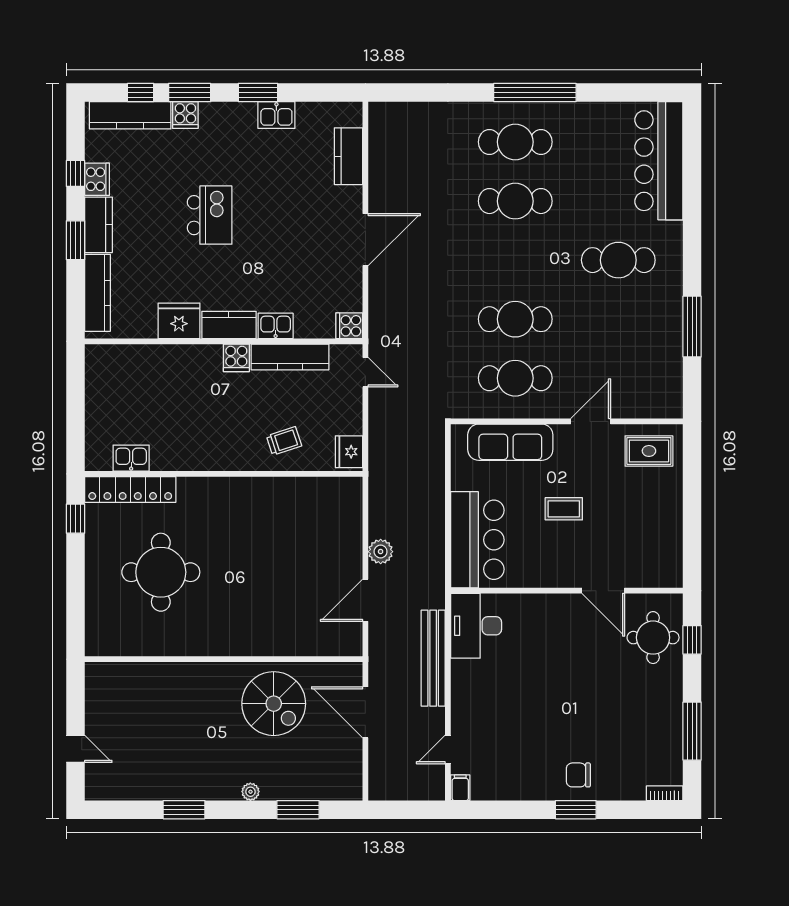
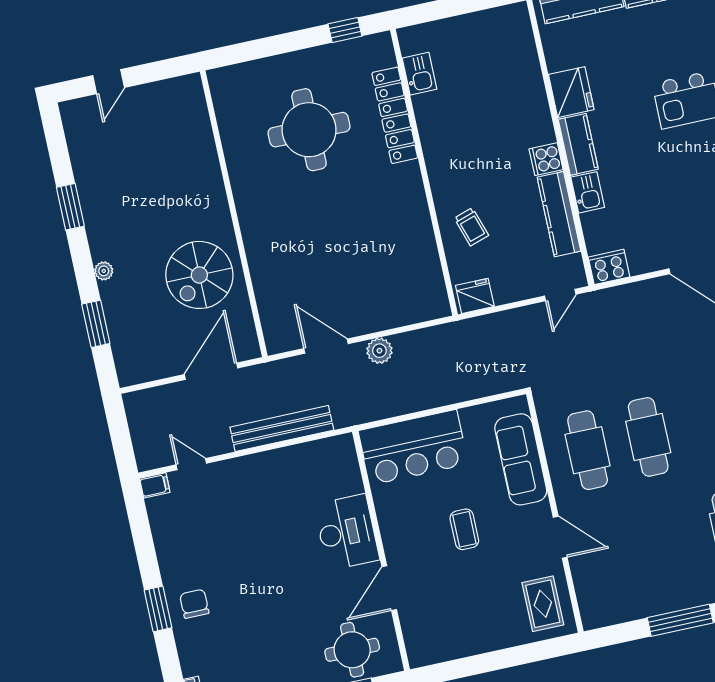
cooker: (349, 326) -> (609, 267), width x1.36
locker: (130, 490) -> (395, 115), moved
desk: (476, 626) -> (347, 532), moved, turned 90

